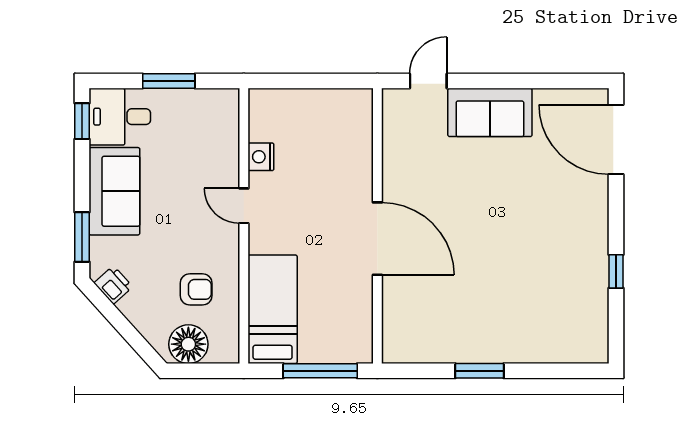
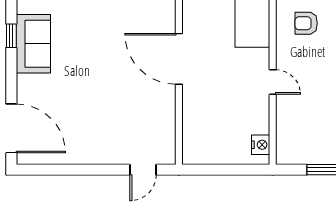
sofa: (490, 112) -> (33, 44), moved, turned 90
nightstand: (261, 157) -> (261, 145), moved

